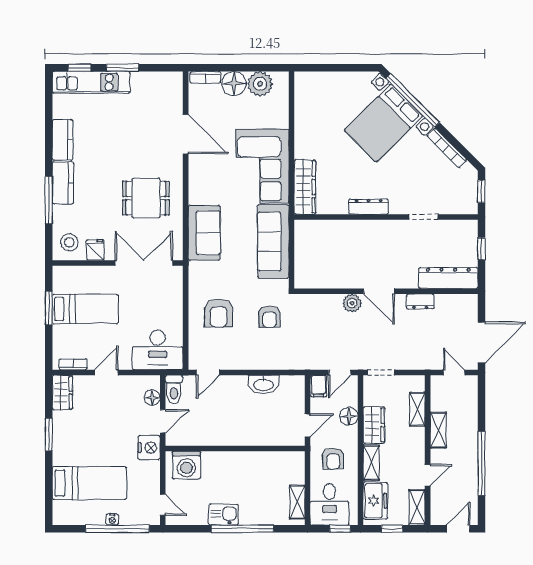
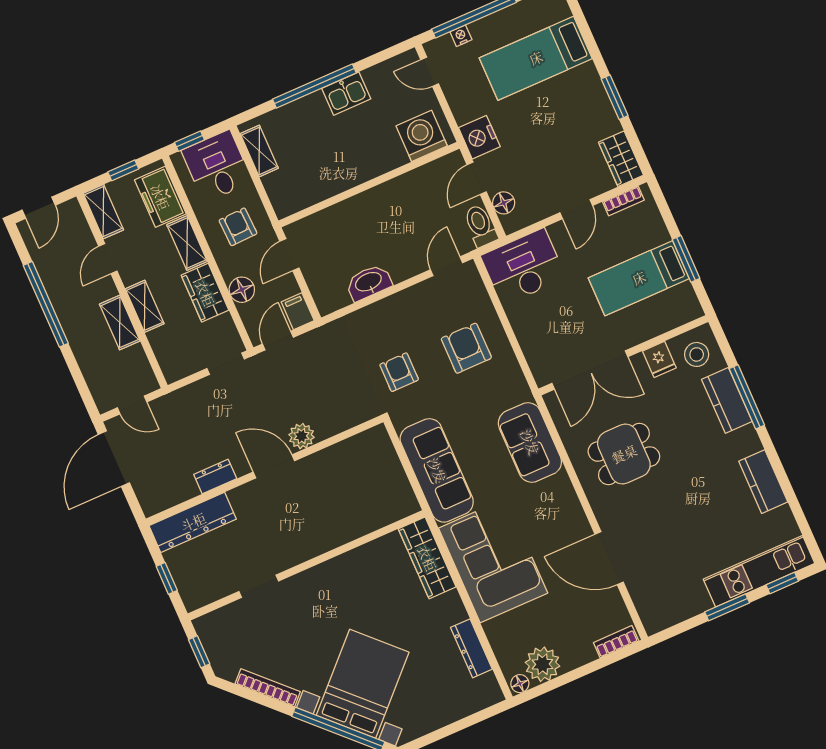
floor lamp: (234, 83) -> (520, 684), moved, width x0.53, depth x0.53
kitchen counter: (63, 183) -> (727, 400), moved
dresser: (369, 207) -> (471, 648), moved, turned 90
shelving: (417, 409) -> (145, 306), moved
nightstand: (112, 519) -> (461, 36), moved

